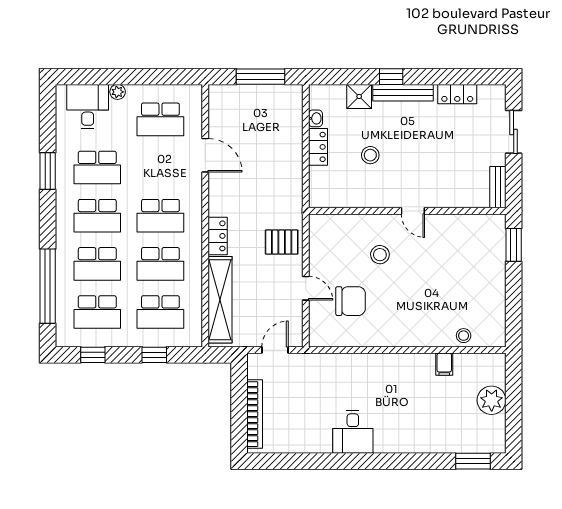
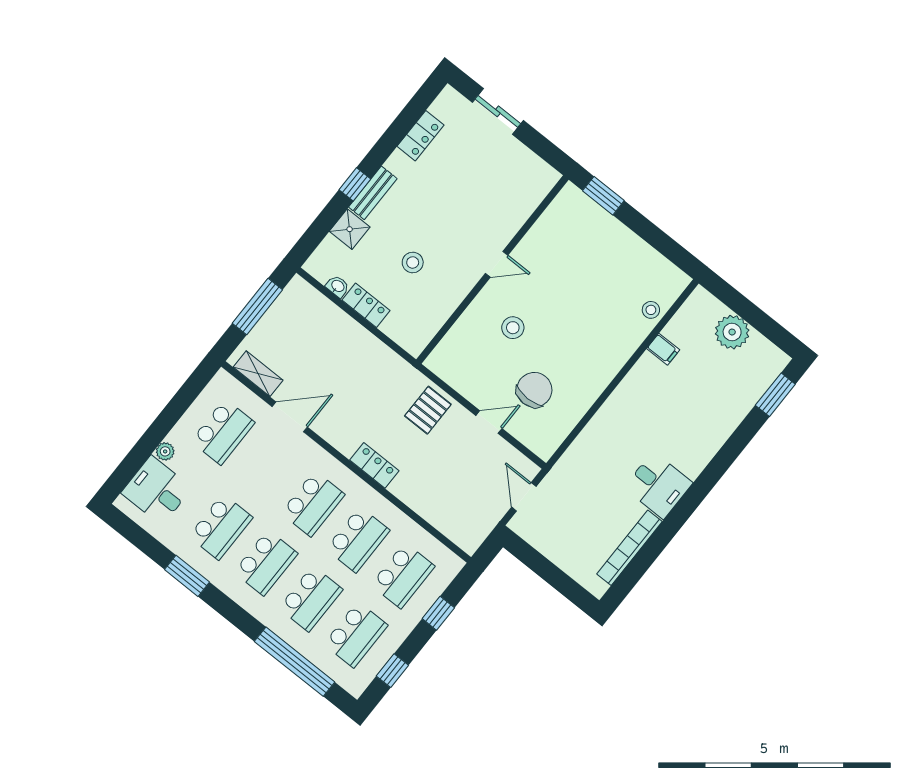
bench: (403, 93) -> (373, 193), width x0.73
bench: (498, 187) -> (538, 167), removed
shelving: (220, 300) -> (258, 374), moved, width x0.45, depth x0.75
bookcase: (255, 414) -> (629, 548), moved, turned -90

